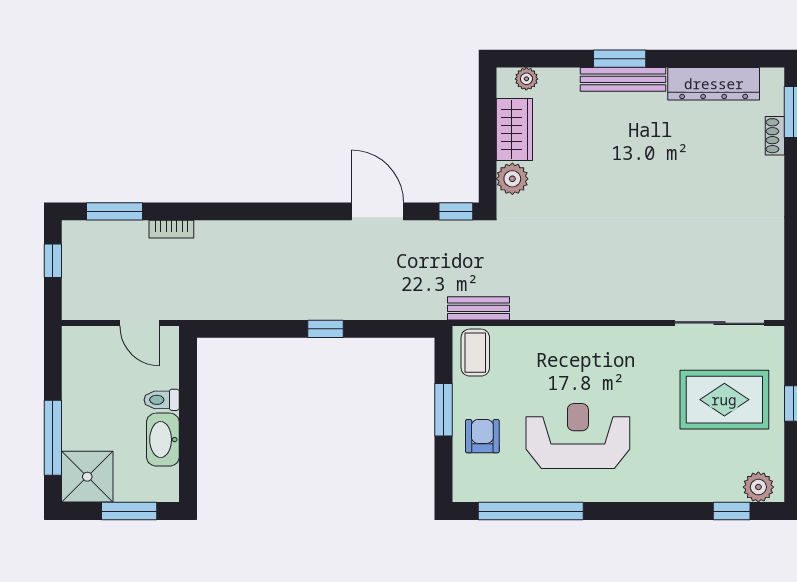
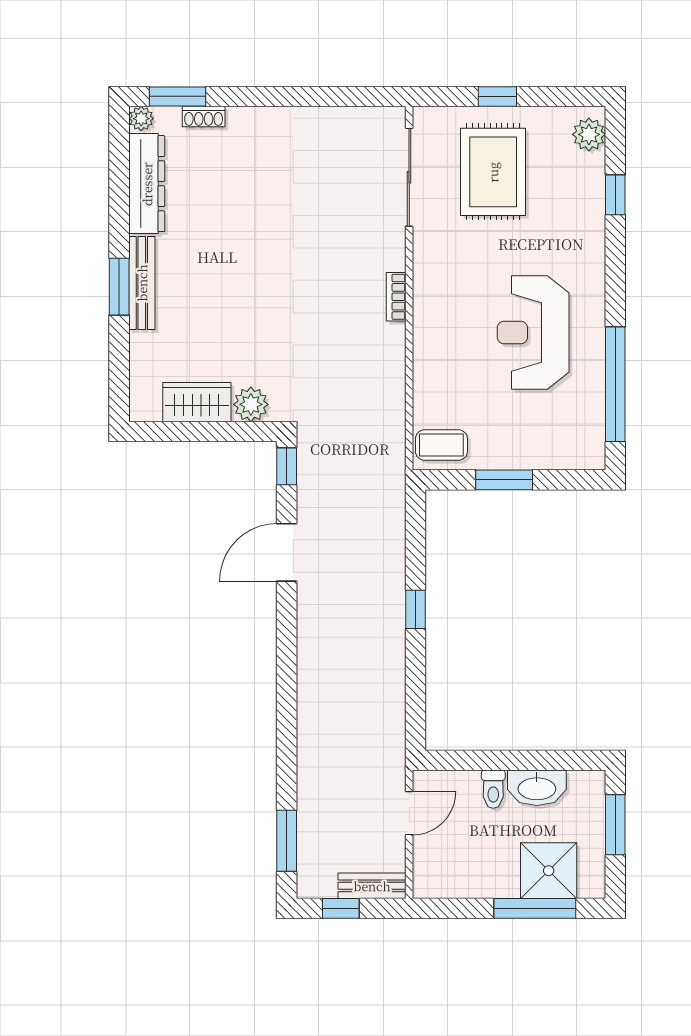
plant: (526, 79) -> (141, 119), moved
bookcase: (171, 229) -> (396, 297), moved, turned 180
bench: (478, 308) -> (372, 886), moved, turned 90
armchair: (482, 436) -> (533, 437), removed
shower: (87, 477) -> (549, 871), moved
window: (732, 511) -> (615, 195), moved

